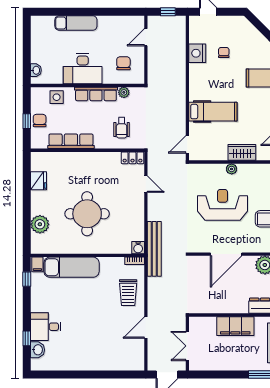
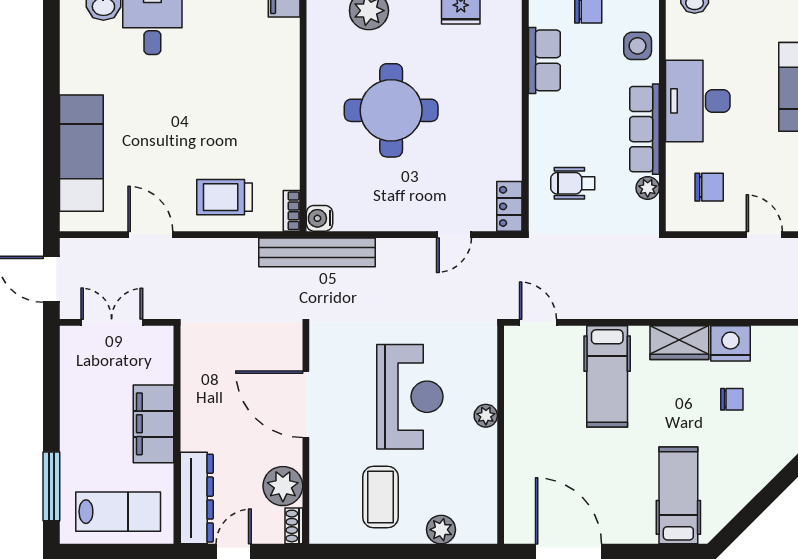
row of seats: (71, 141) -> (544, 60), width x0.68
wardrobe: (242, 152) -> (679, 343), moved, turned 90
exam couch: (72, 267) -> (81, 153), moved, turned 180

